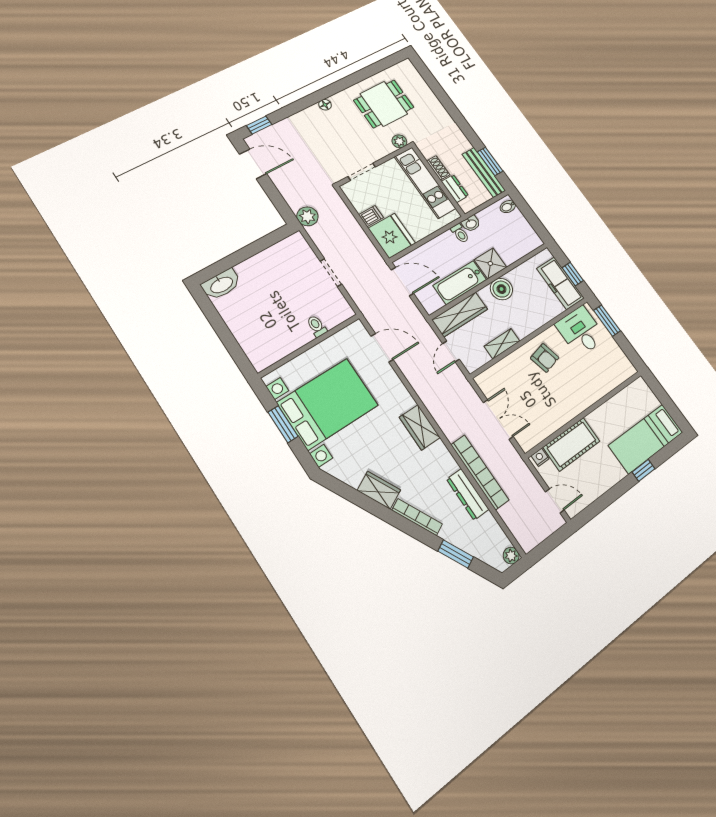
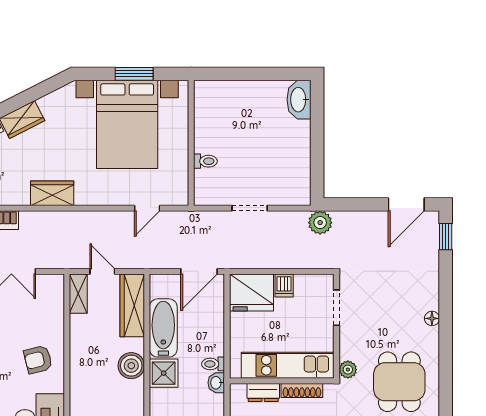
shoe rack: (438, 168) -> (302, 391), width x1.43
shelving: (502, 344) -> (78, 294), moved
door: (382, 348) -> (147, 208), width x0.73

